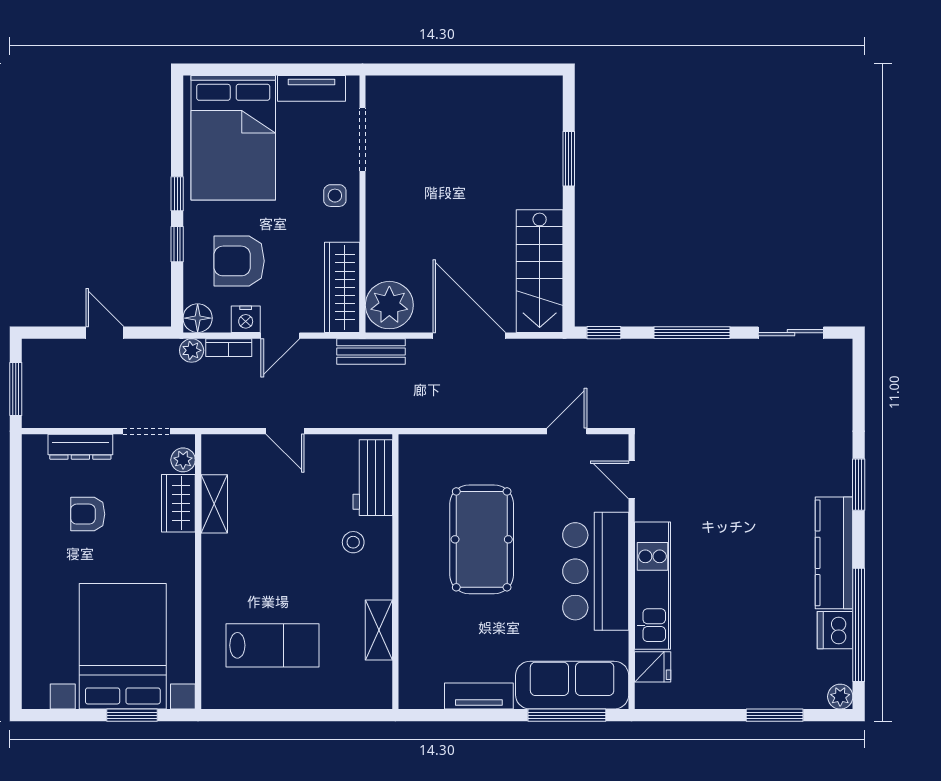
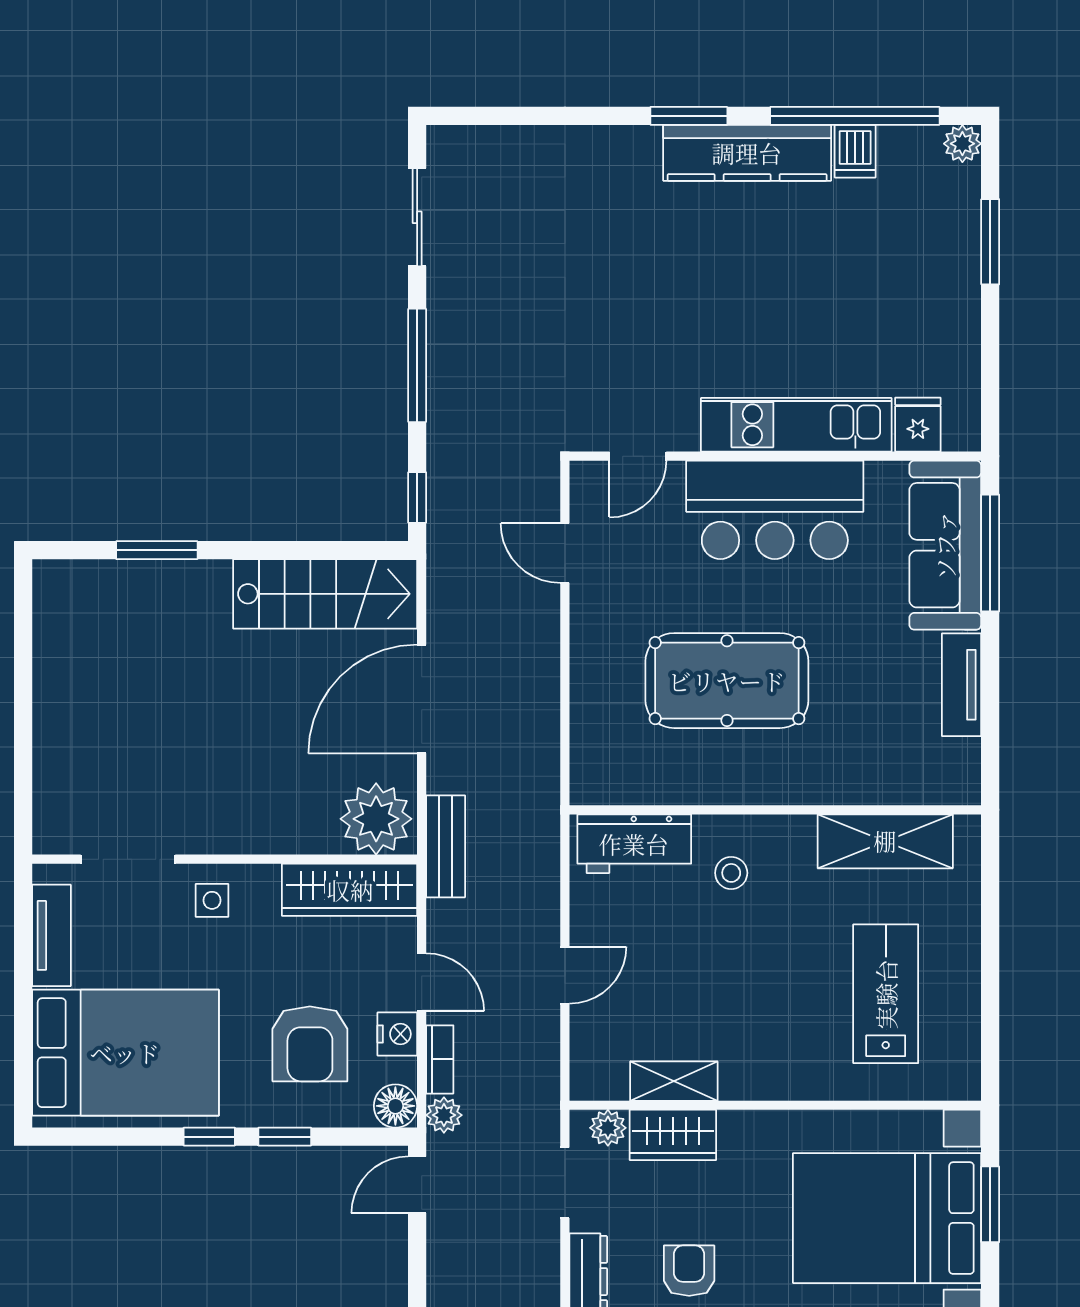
door: (105, 333) -> (417, 1185), moved
window: (859, 485) -> (689, 116), moved
armchair: (88, 514) -> (689, 1271), turned 180
shelving: (379, 630) -> (885, 841), width x1.50, depth x1.33
dishwasher: (835, 630) -> (855, 151), width x0.73

